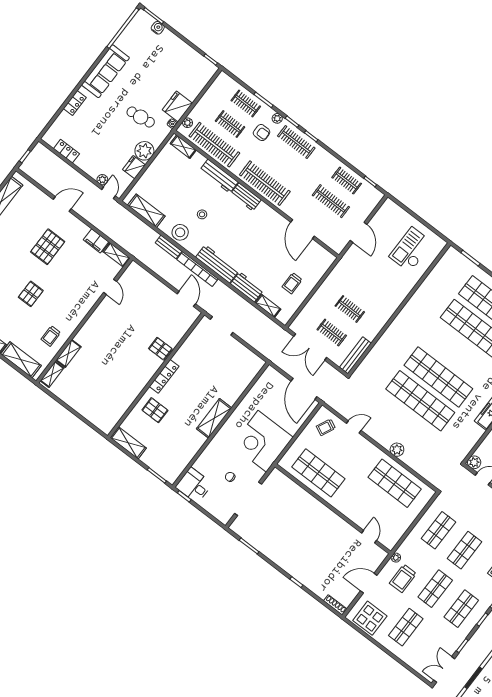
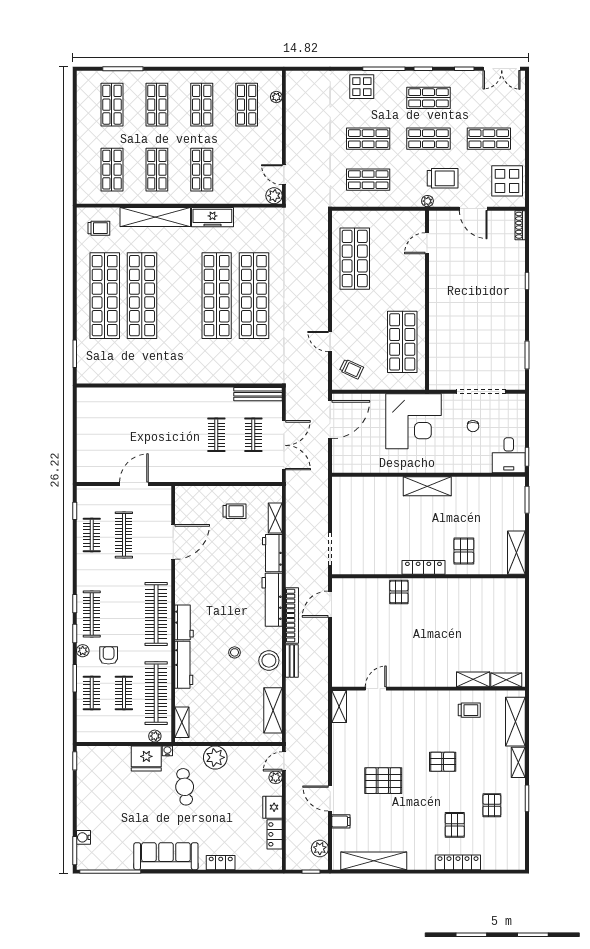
fridge: (134, 167) -> (272, 807), moved, turned 90
filing cabinet: (96, 241) -> (341, 821), moved, width x0.50
checkout: (411, 250) -> (111, 419), removed
plant: (397, 450) -> (320, 848), moved

